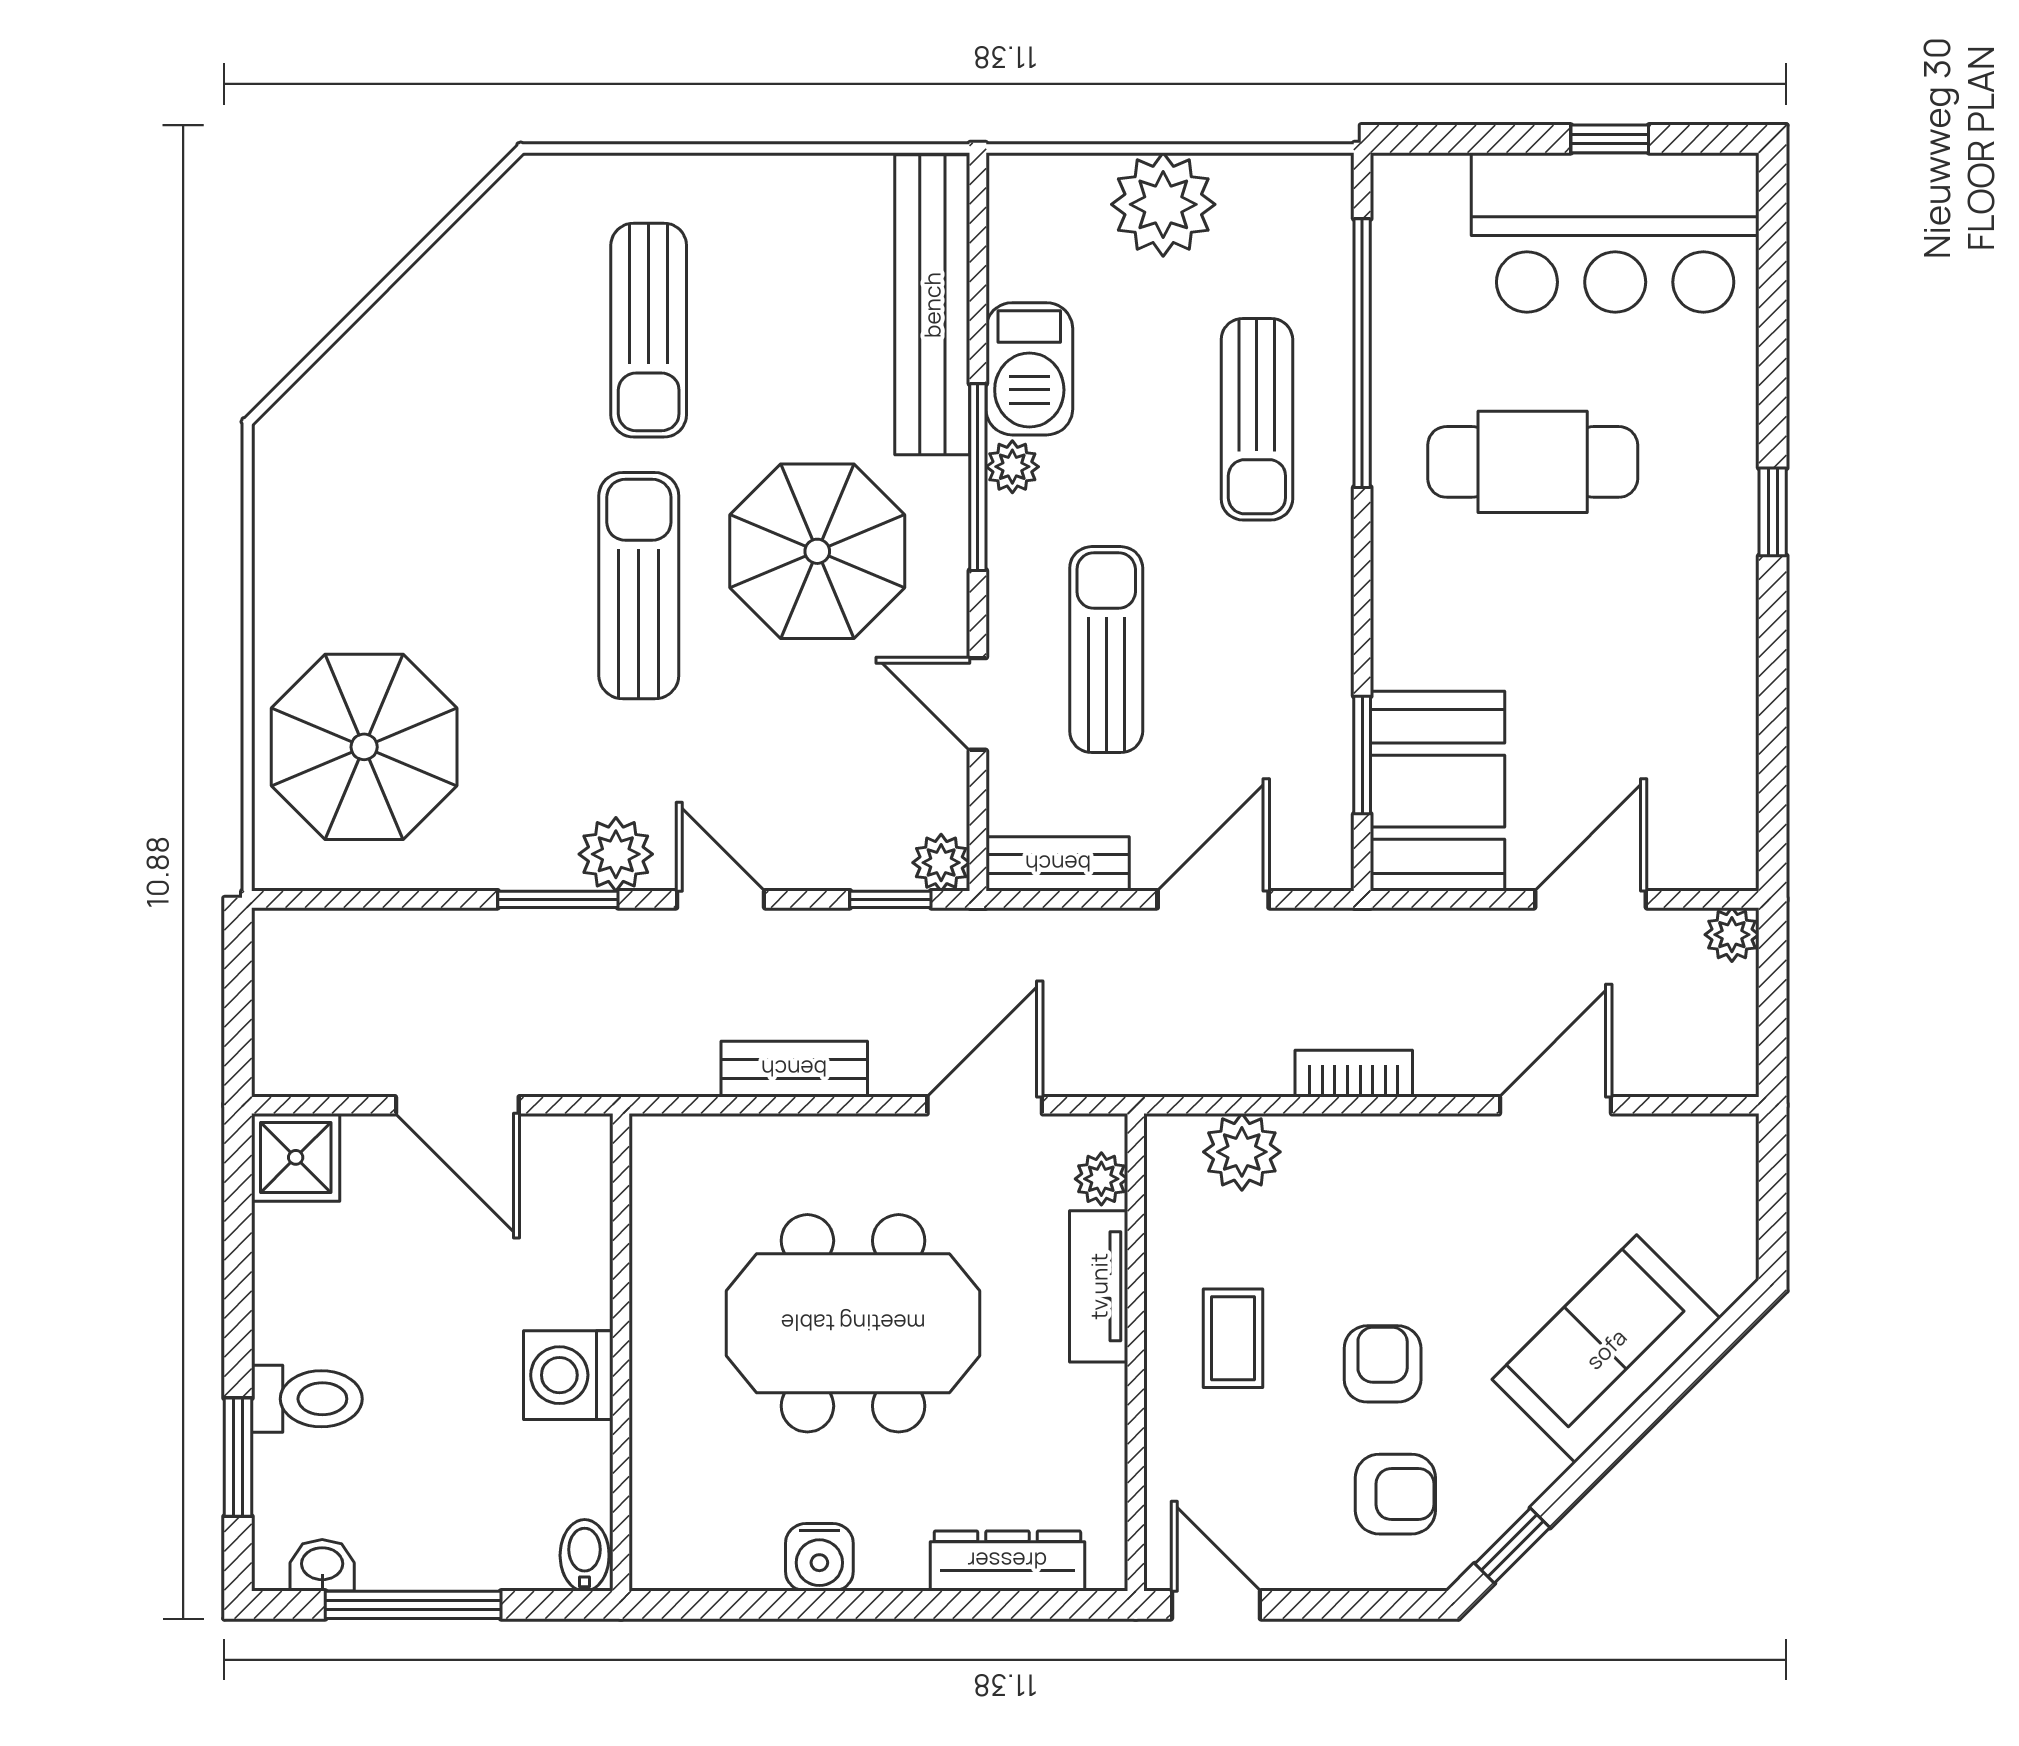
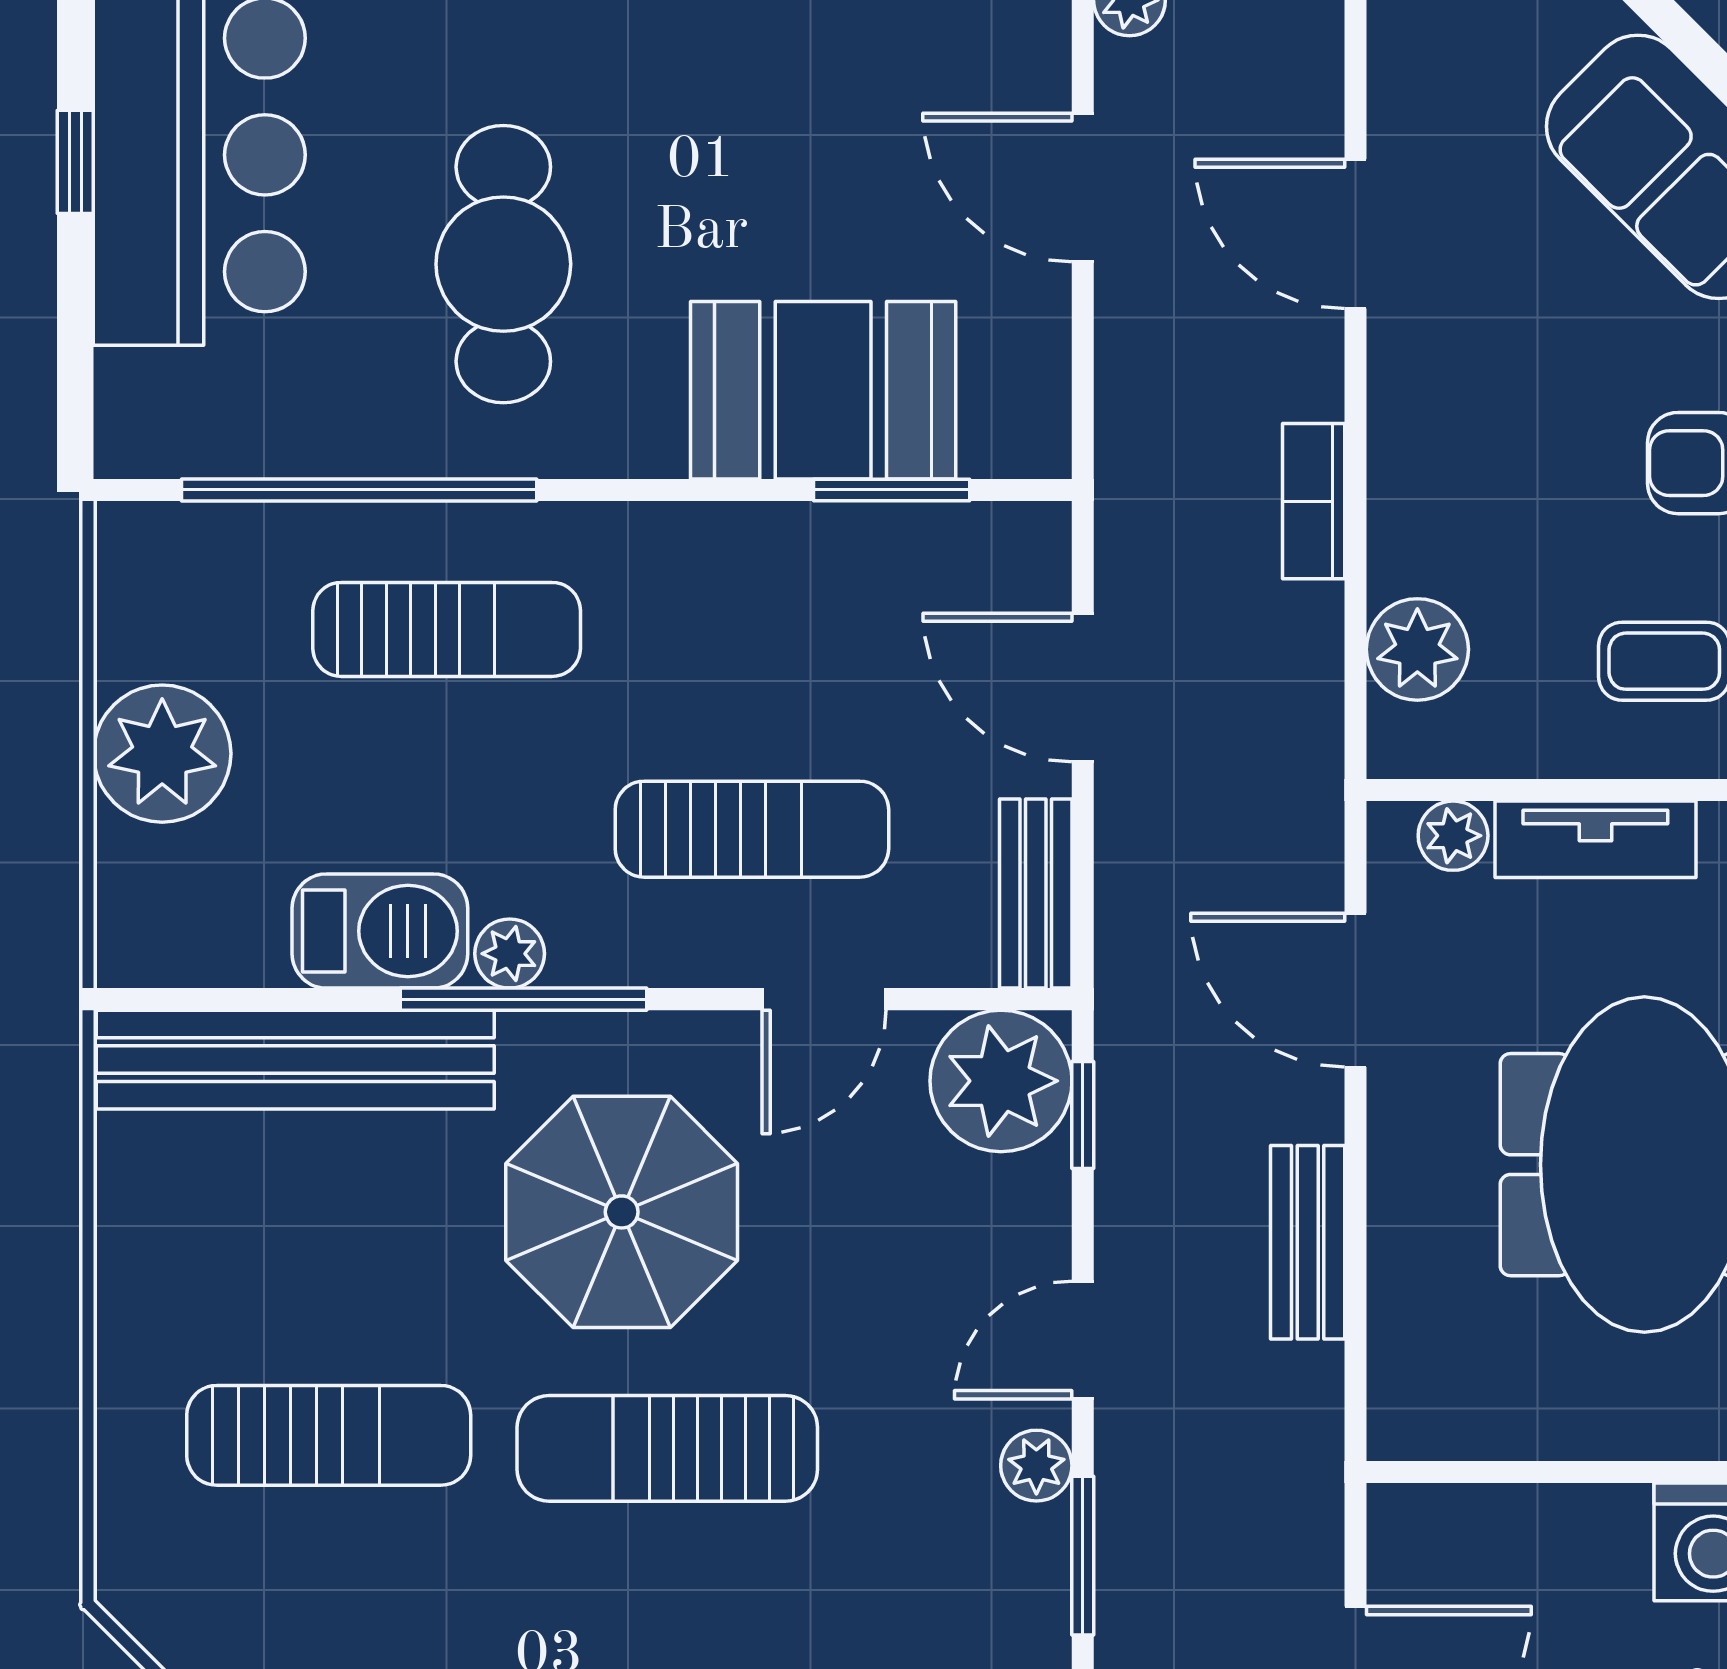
sun lounger: (1106, 650) -> (752, 829), turned 180
booth: (1438, 791) -> (823, 390), moved
plant: (616, 854) -> (1036, 1466), width x0.73, depth x0.73
plant: (941, 863) -> (1001, 1081), width x1.87, depth x1.87

